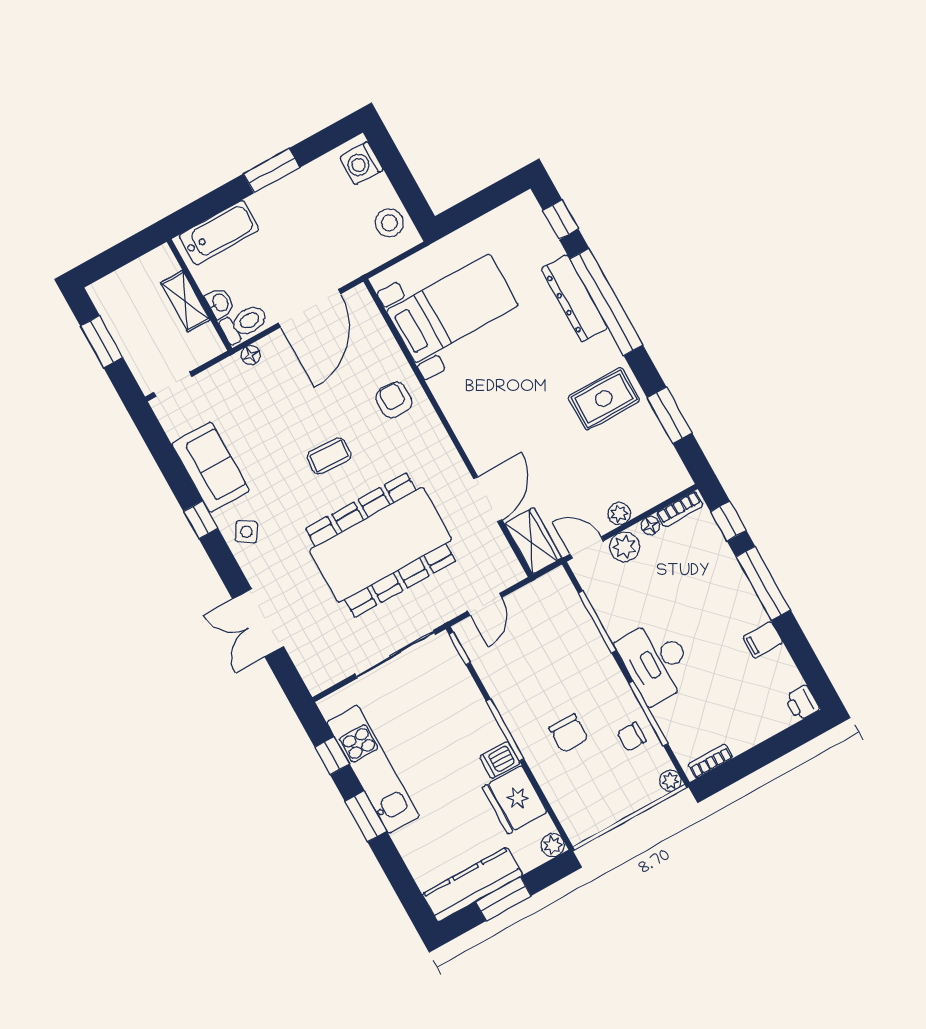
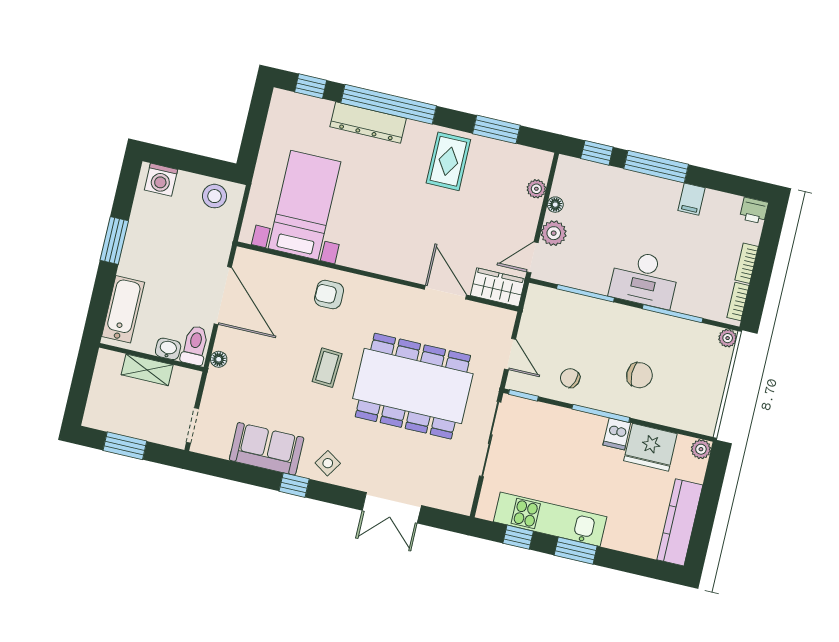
bookcase: (680, 509) -> (747, 263), moved, turned 180
plant: (619, 514) -> (536, 189), moved
dining table: (381, 545) -> (413, 386), turned 90
chair: (632, 737) -> (570, 378), moved, turned 109
window: (503, 899) -> (706, 511), removed

